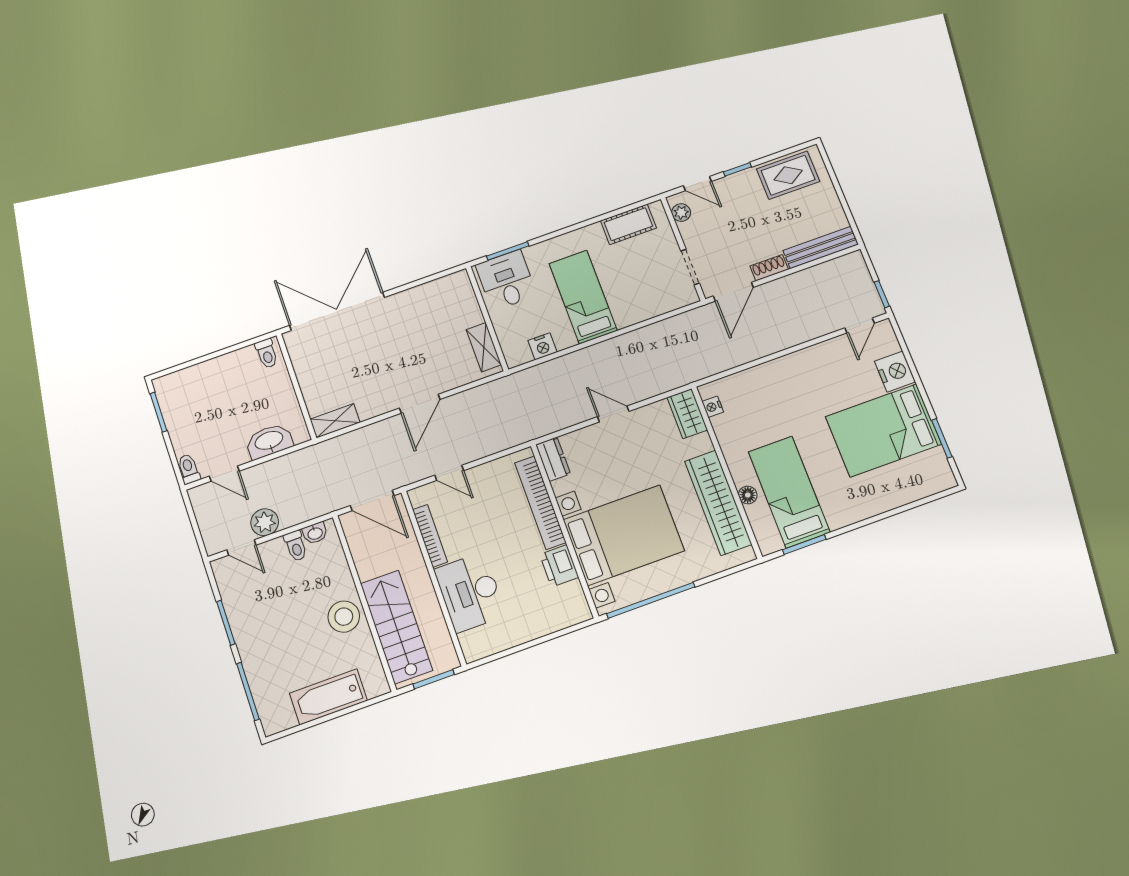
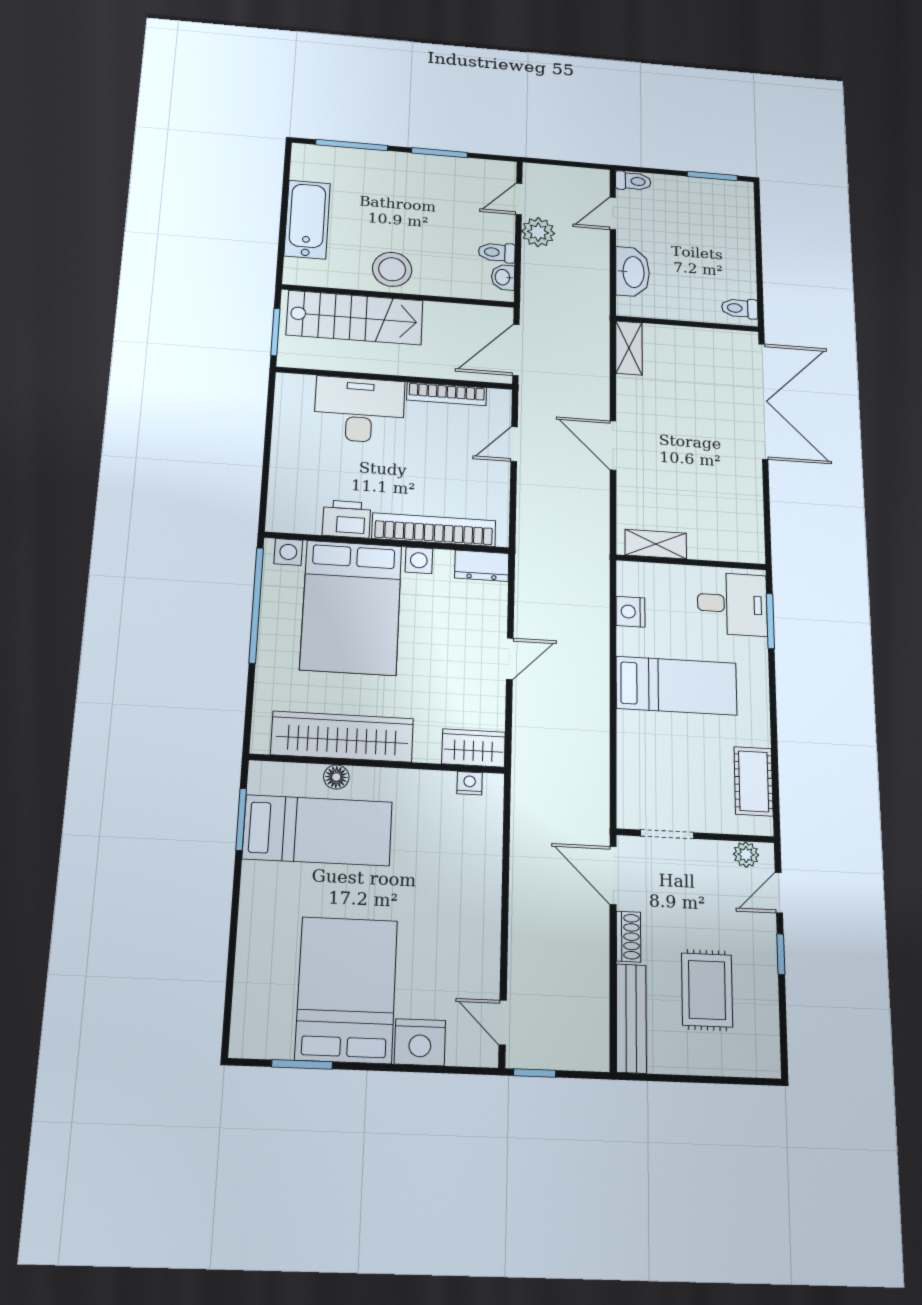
rug: (788, 175) -> (707, 990), moved

